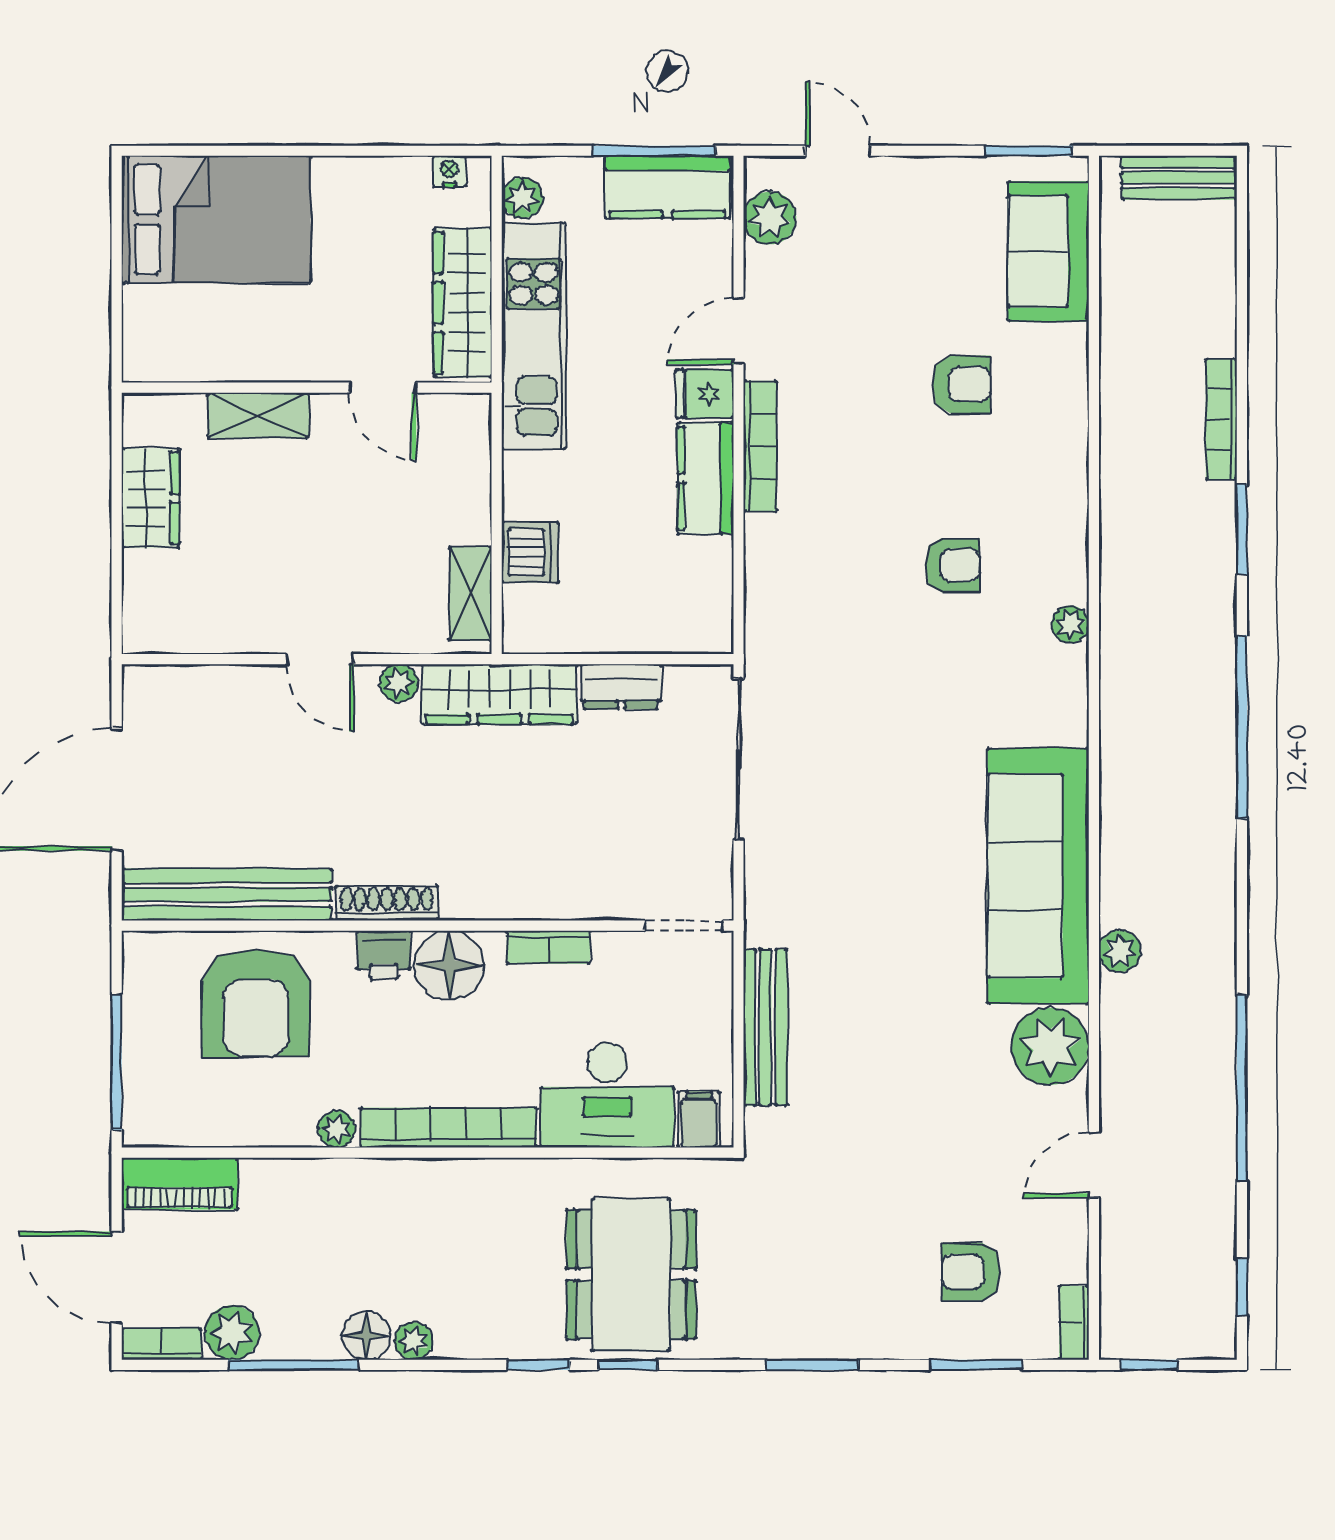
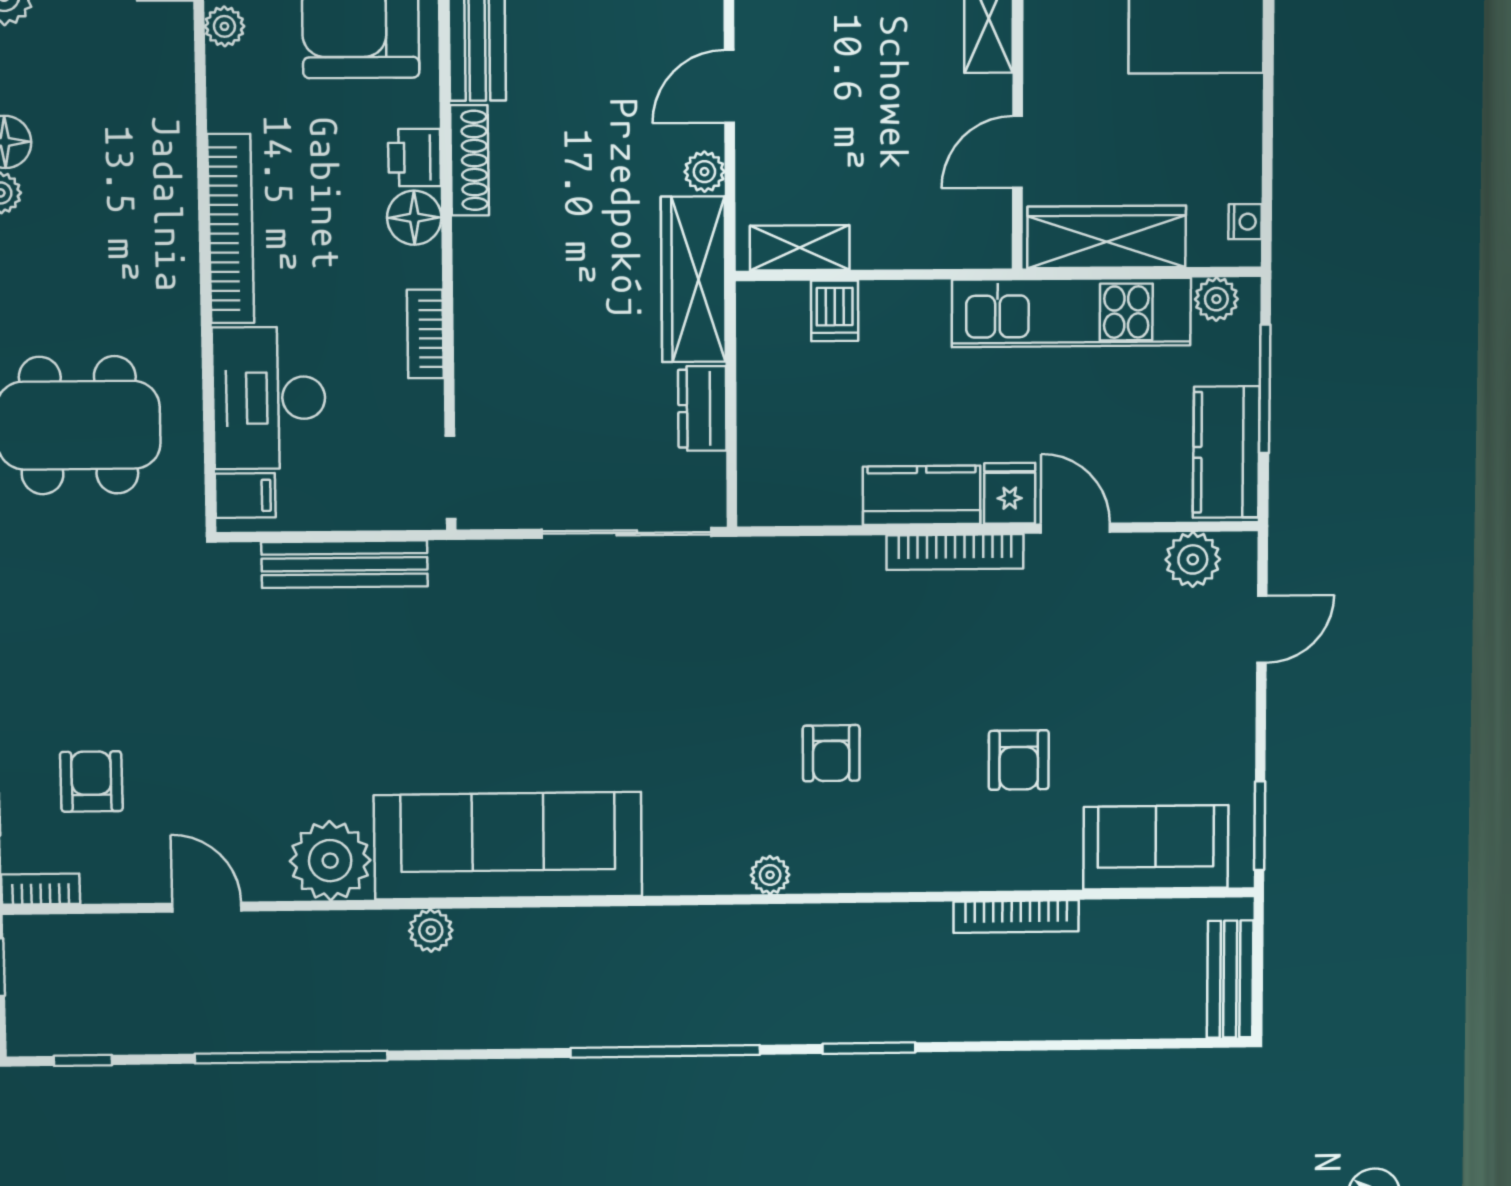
window: (654, 151) -> (1265, 389), moved
bookcase: (1221, 419) -> (1016, 916), moved, turned 180
dishwasher: (530, 552) -> (835, 311), width x0.73
floor lamp: (449, 965) -> (414, 218), width x0.73, depth x0.73
plant: (337, 1129) -> (224, 26), moved

